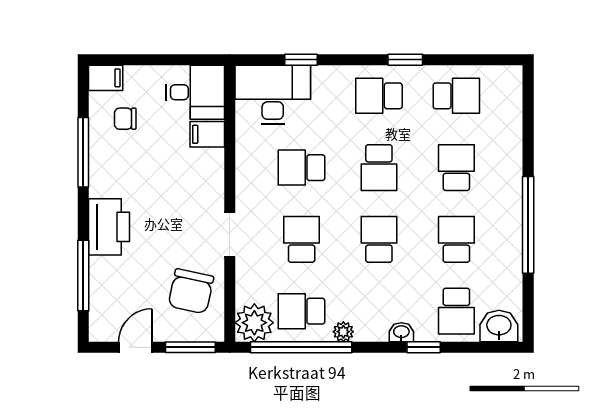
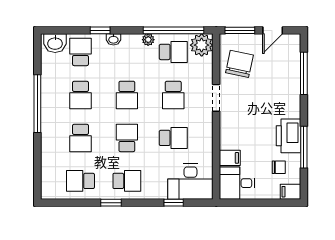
printer: (109, 227) -> (289, 136), moved

